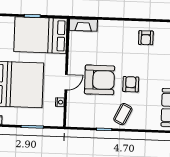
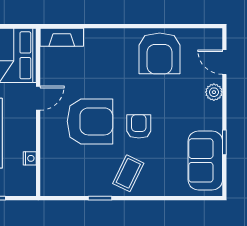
armchair: (146, 38) -> (160, 53), width x1.88, depth x1.88
door: (66, 82) -> (38, 98), moved

